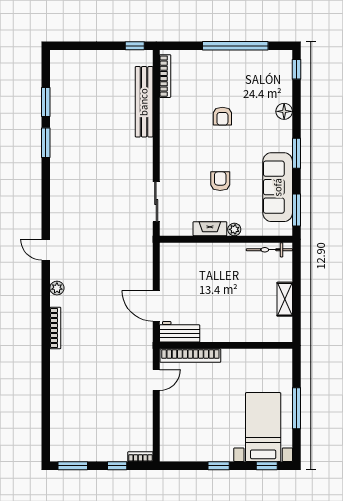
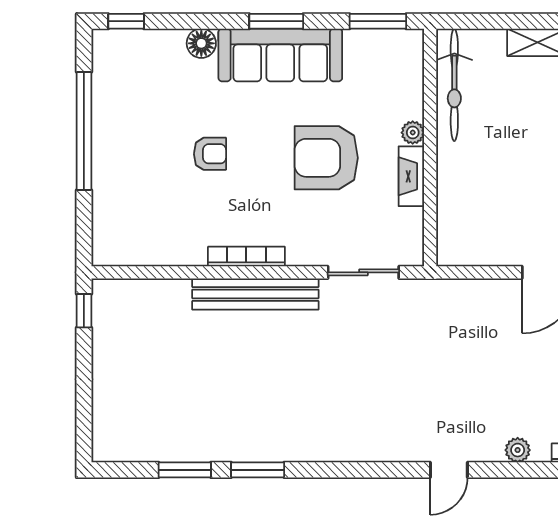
bookcase: (165, 76) -> (246, 257), moved
bench: (144, 102) -> (255, 294), moved
armchair: (220, 181) -> (326, 158), width x1.88, depth x1.88
sofa: (278, 187) -> (280, 55), moved
bicycle: (269, 250) -> (454, 85), width x1.37, depth x1.40

